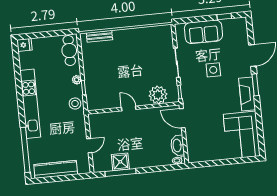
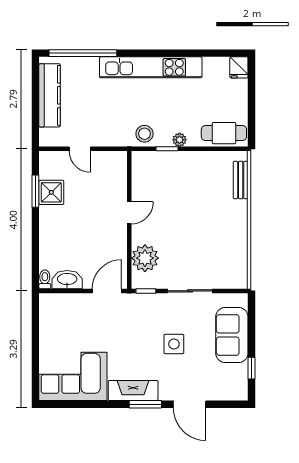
window: (121, 172) -> (35, 191), width x0.69

